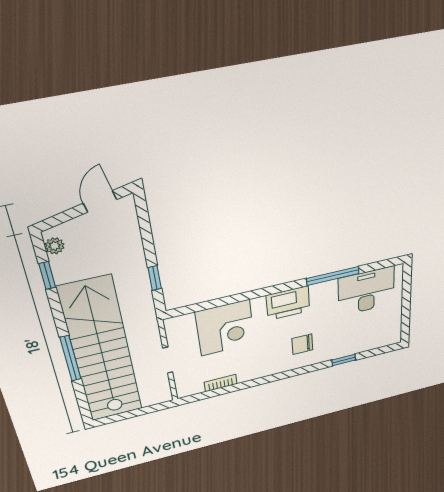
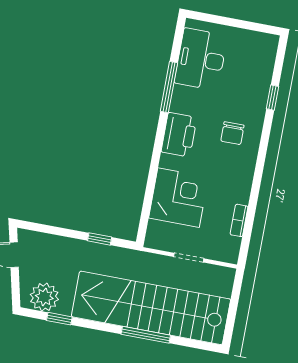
plant: (55, 246) -> (44, 297), width x1.88, depth x1.88

